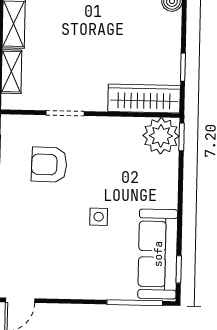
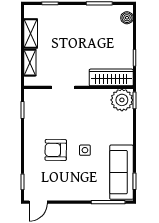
armchair: (49, 165) -> (56, 150), moved

